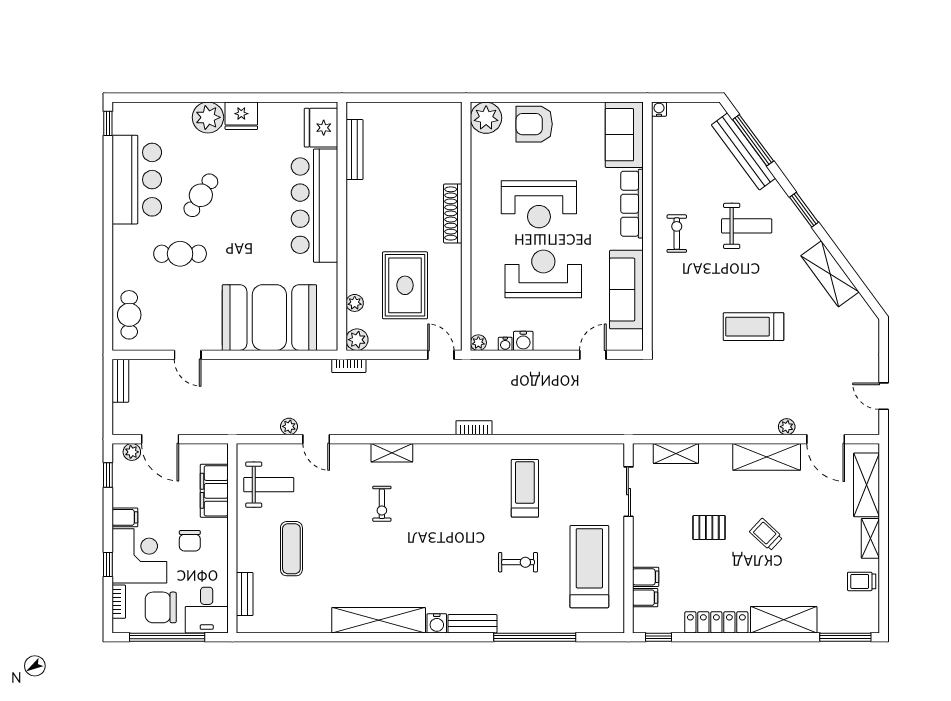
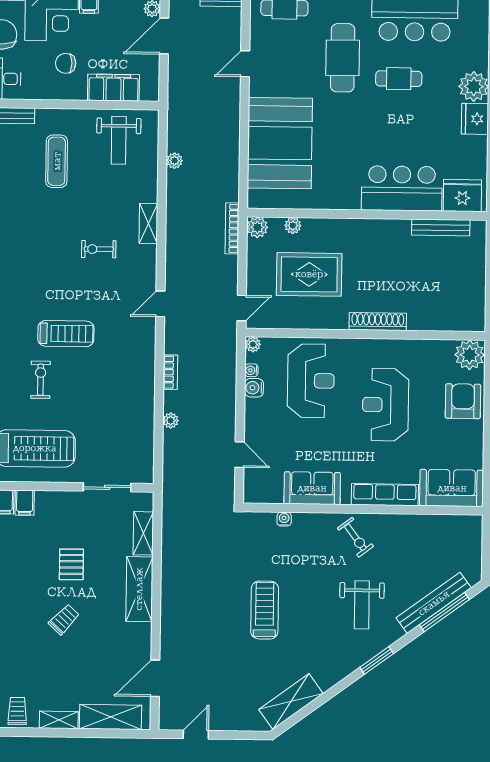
water cooler: (659, 109) -> (284, 519), moved, turned -90
cafe table: (201, 195) -> (399, 79), turned -33
bar counter: (314, 206) -> (402, 188), width x0.73
exercise bike: (677, 234) -> (355, 537), turned 53
cafe table: (180, 254) -> (343, 58), width x1.37, depth x1.35
reception desk: (543, 274) -> (311, 381), moved
shelving: (830, 274) -> (291, 701), moved
sofa: (626, 290) -> (312, 488), width x0.73
bookcase: (349, 366) -> (232, 228), width x1.56
plant: (787, 427) -> (171, 421), moved
bookcase: (474, 428) -> (170, 372), moved
door: (316, 439) -> (160, 304), moved
shelving: (392, 453) -> (148, 224), moved
shelving: (767, 457) -> (139, 589), moved
treadmill: (525, 488) -> (66, 334), moved
exercise mat: (291, 549) -> (57, 161), turned 90
exercise bike: (518, 562) -> (41, 380), turned 180

